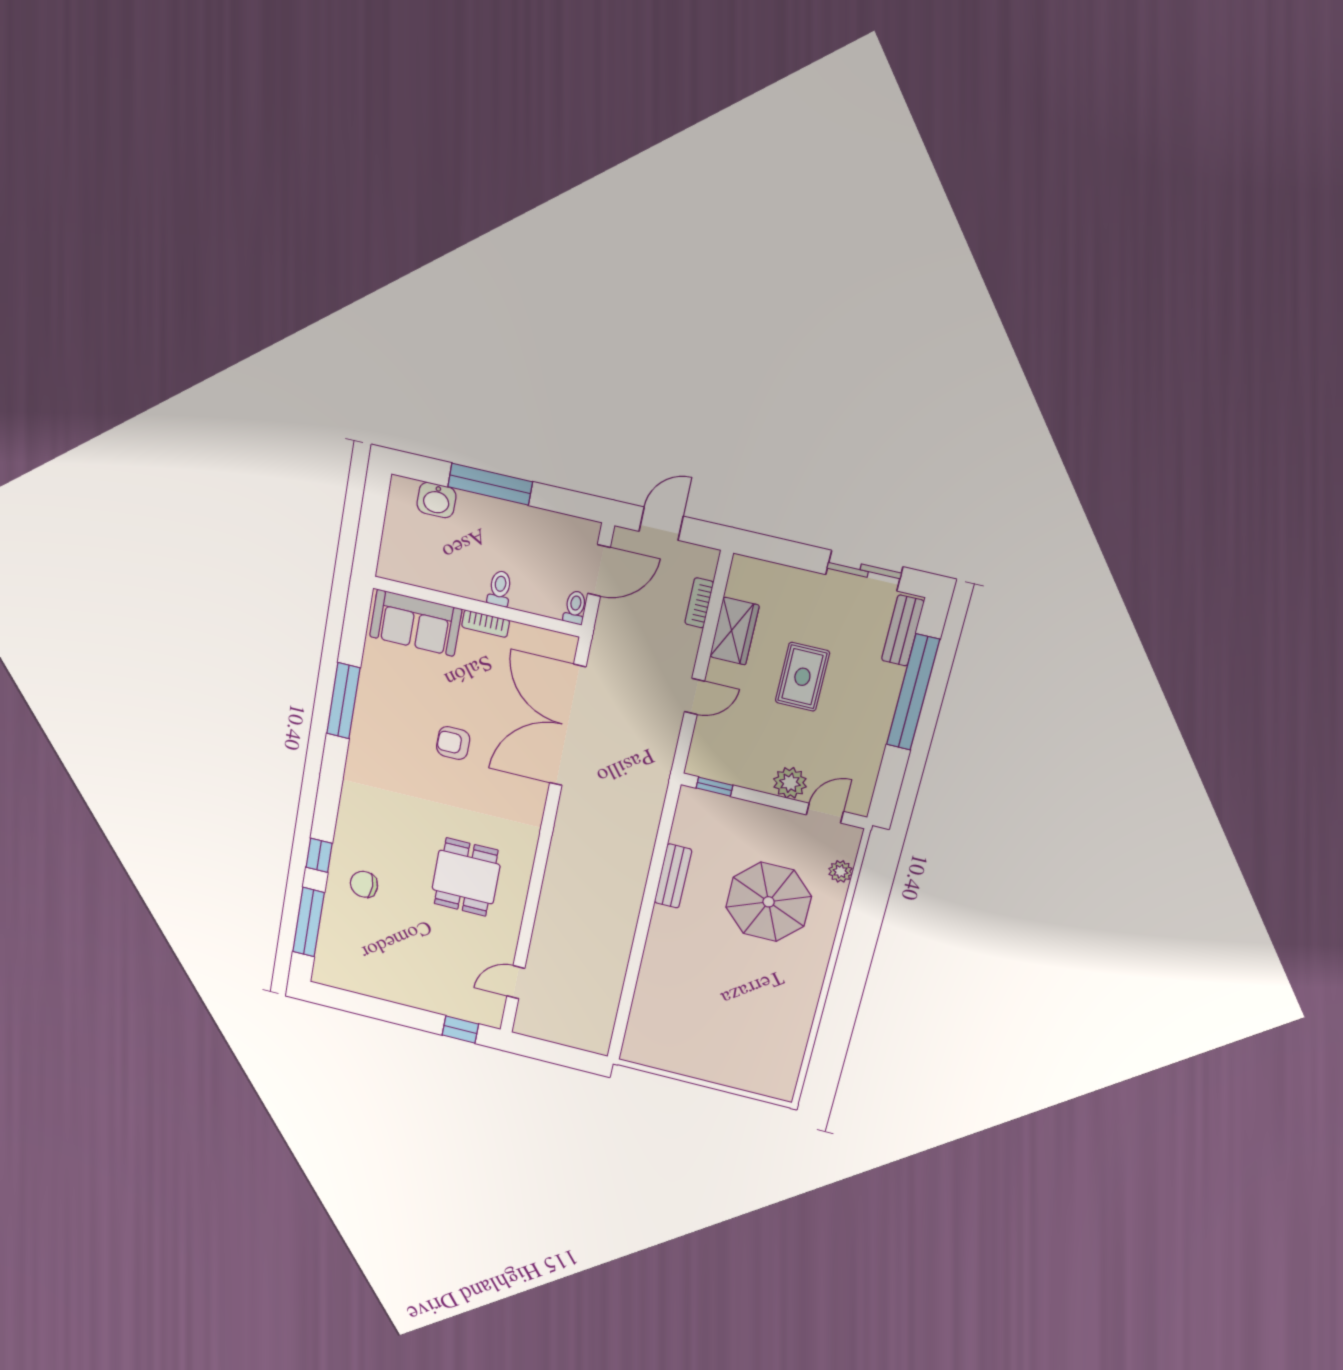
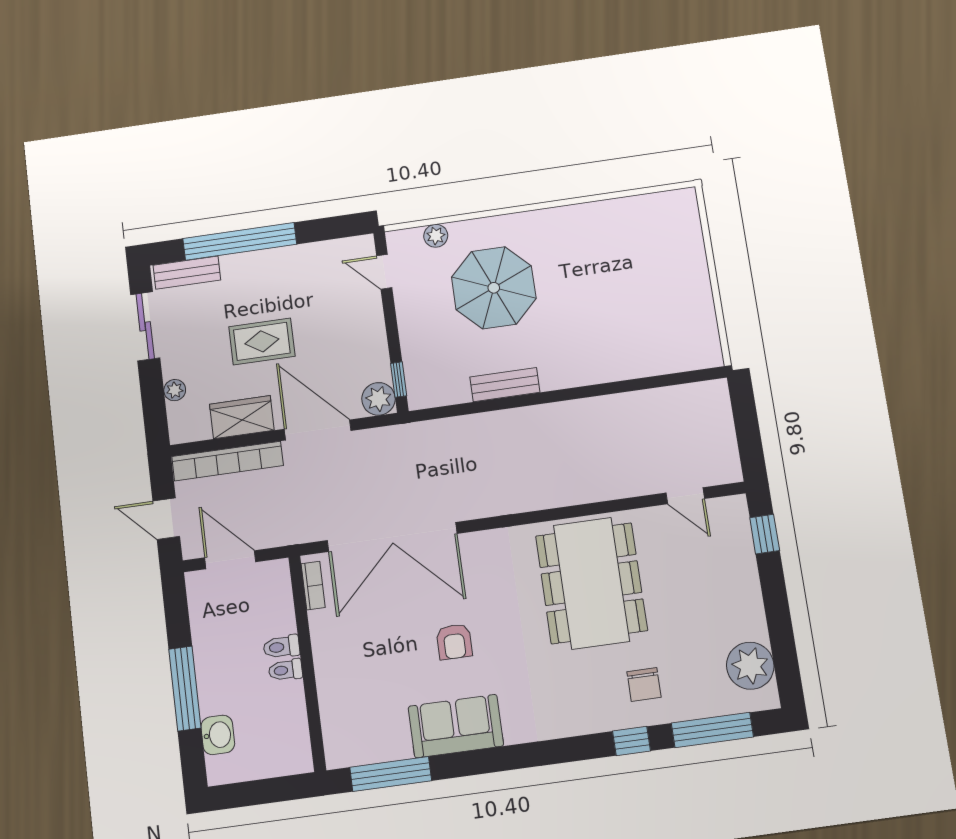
plant: (787, 577) -> (175, 390), added
bookcase: (699, 603) -> (227, 461), width x2.31, depth x1.31
toilet: (575, 607) -> (285, 670), moved
sofa: (416, 623) -> (456, 726), moved, turned -90
bookcase: (486, 624) -> (313, 586), moved
door: (695, 696) -> (318, 430), width x1.87
window: (343, 701) -> (391, 774), moved
plant: (790, 783) -> (379, 399), moved
dining table: (466, 877) -> (591, 583), width x1.88, depth x1.24
plant: (353, 973) -> (750, 666), added

